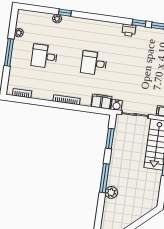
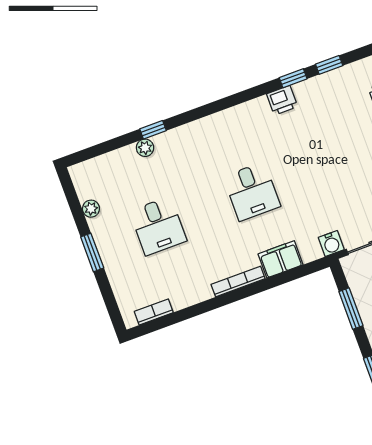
window: (9, 52) -> (92, 252), width x0.69
desk: (44, 56) -> (158, 226), turned -90
desk: (94, 63) -> (252, 191), turned -90
filing cabinet: (101, 102) -> (281, 259), moved

